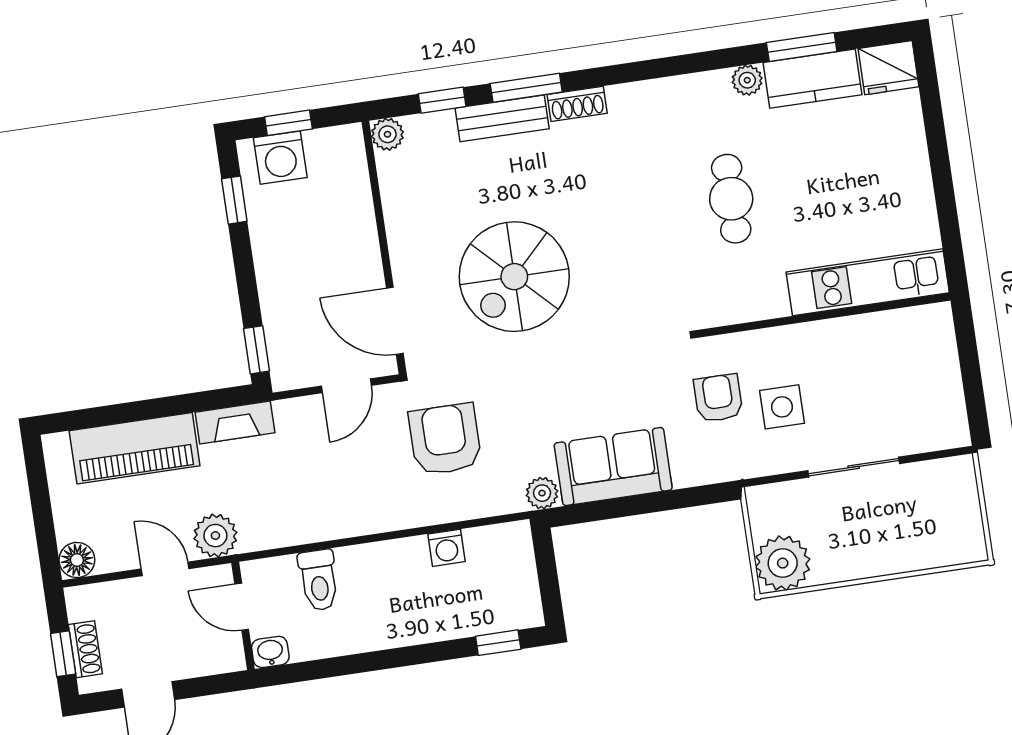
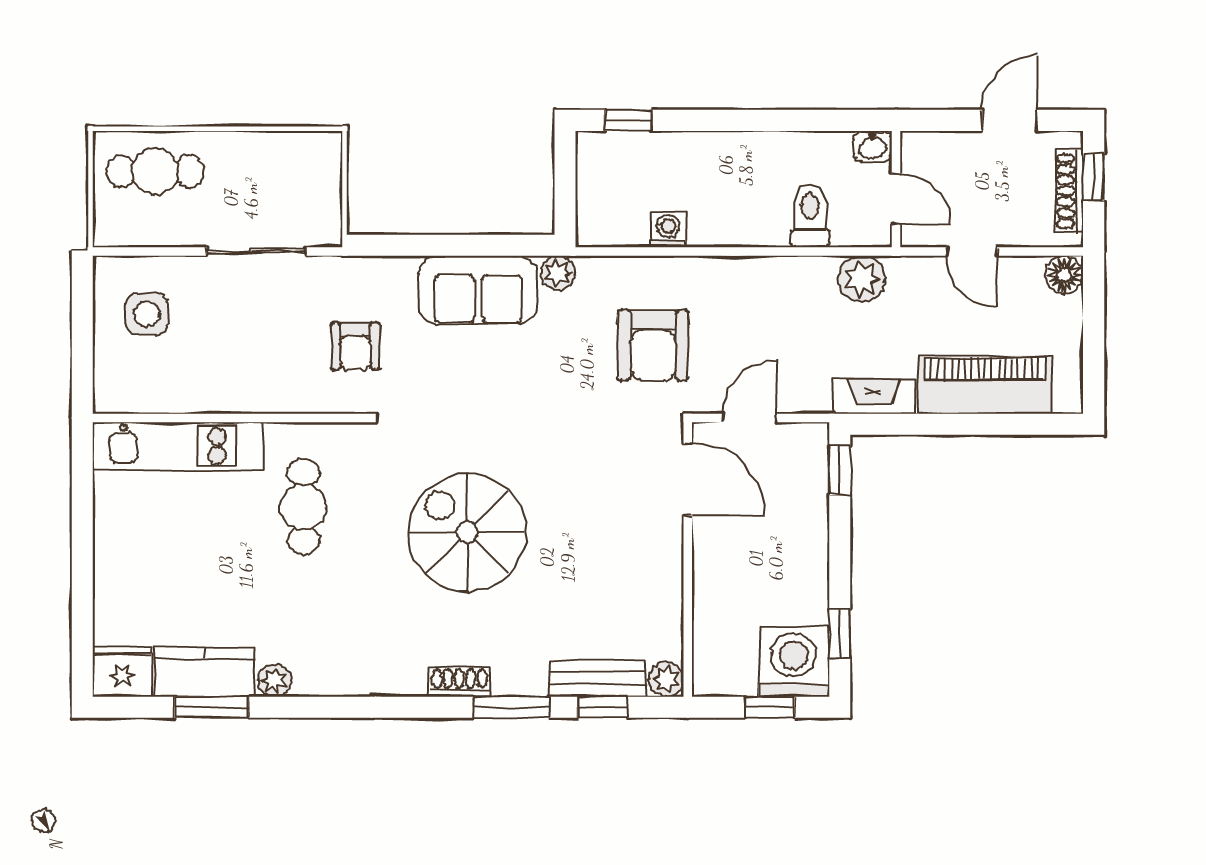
bench: (502, 118) -> (597, 678), moved
washing machine: (280, 158) -> (794, 662), width x1.37, depth x1.37
cafe table: (731, 199) -> (303, 507), moved
spiral stairs: (514, 277) -> (467, 532), moved, turned -90
side table: (782, 407) -> (147, 314), moved
sliding door: (854, 467) -> (256, 251), moved
cafe table: (926, 532) -> (155, 171), added
plant: (215, 536) -> (862, 279), moved
plant: (783, 563) -> (313, 160), removed
shoe rack: (85, 649) -> (1069, 191), width x1.43

